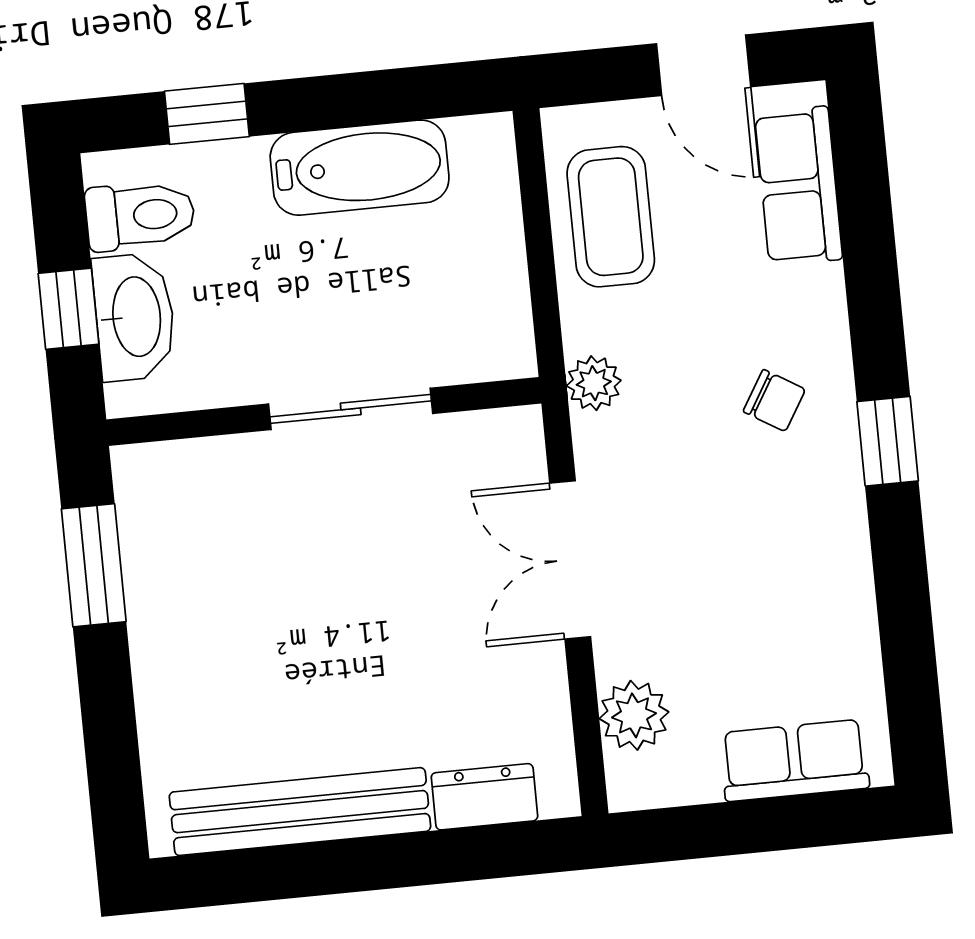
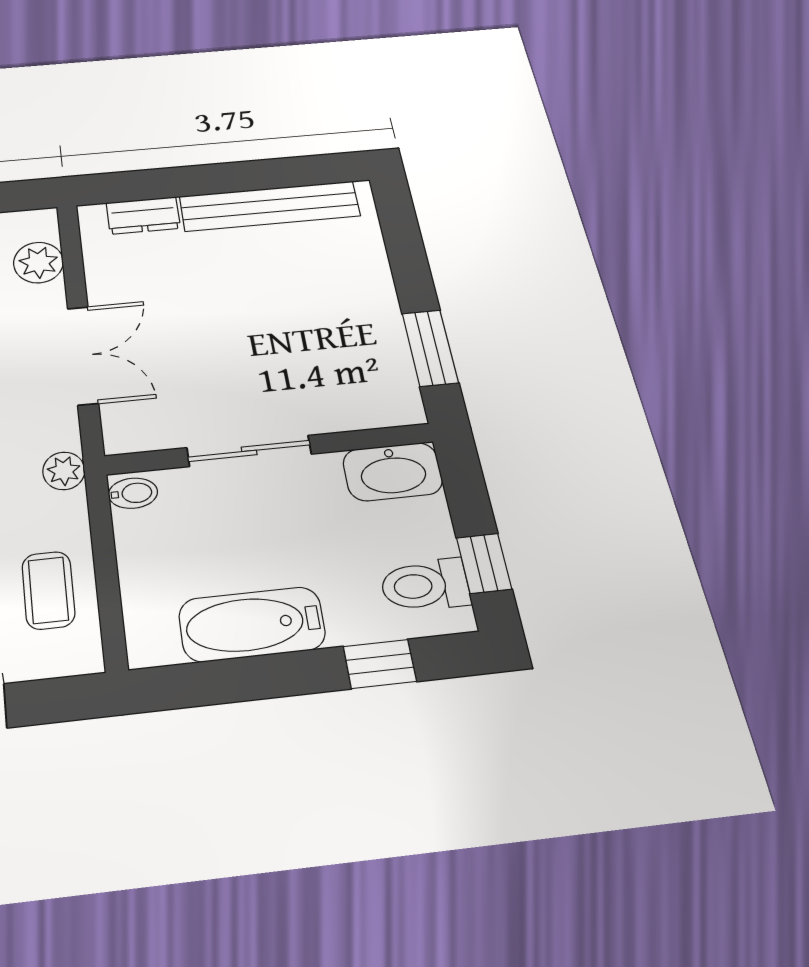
coffee table: (611, 217) -> (48, 590), width x0.73, depth x0.77
window: (69, 309) -> (484, 563), moved
washbasin: (134, 317) -> (393, 472), moved, turned -90
bidet: (504, 349) -> (133, 493), added

